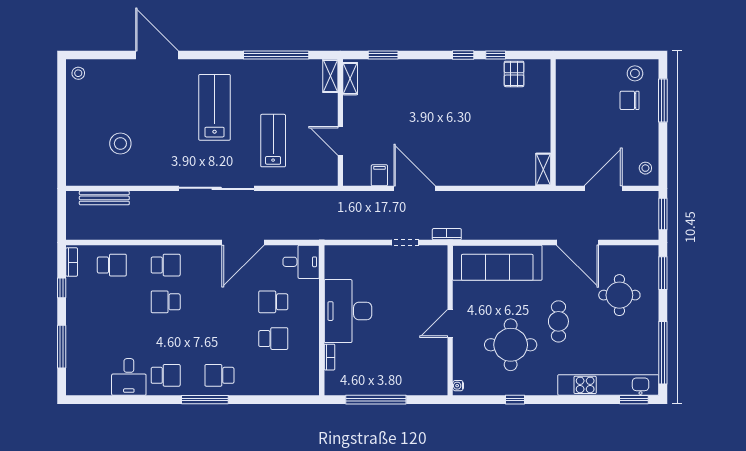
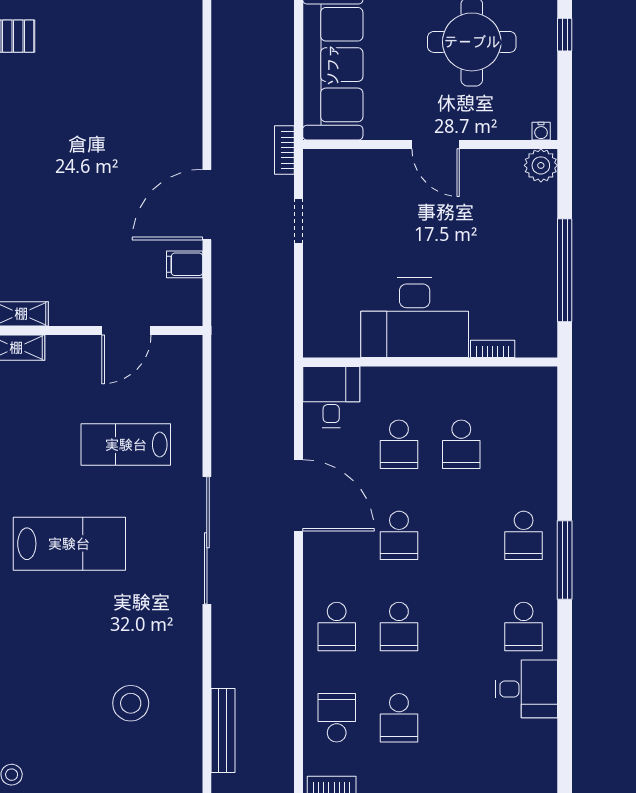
lab bench: (215, 107) -> (69, 544), turned 180
school desk: (166, 265) -> (337, 627), turned 180
school desk: (112, 302) -> (399, 718), added
school desk: (219, 302) -> (399, 535), added
school desk: (273, 339) -> (461, 444), turned 180
school desk: (166, 375) -> (524, 627), turned 180
plant: (438, 386) -> (541, 165), added

